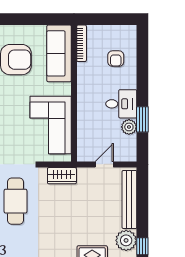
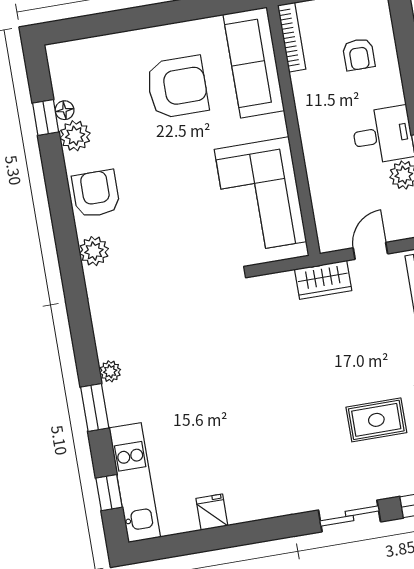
wardrobe: (62, 176) -> (323, 280), moved
cafe table: (15, 201) -> (220, 345), removed

